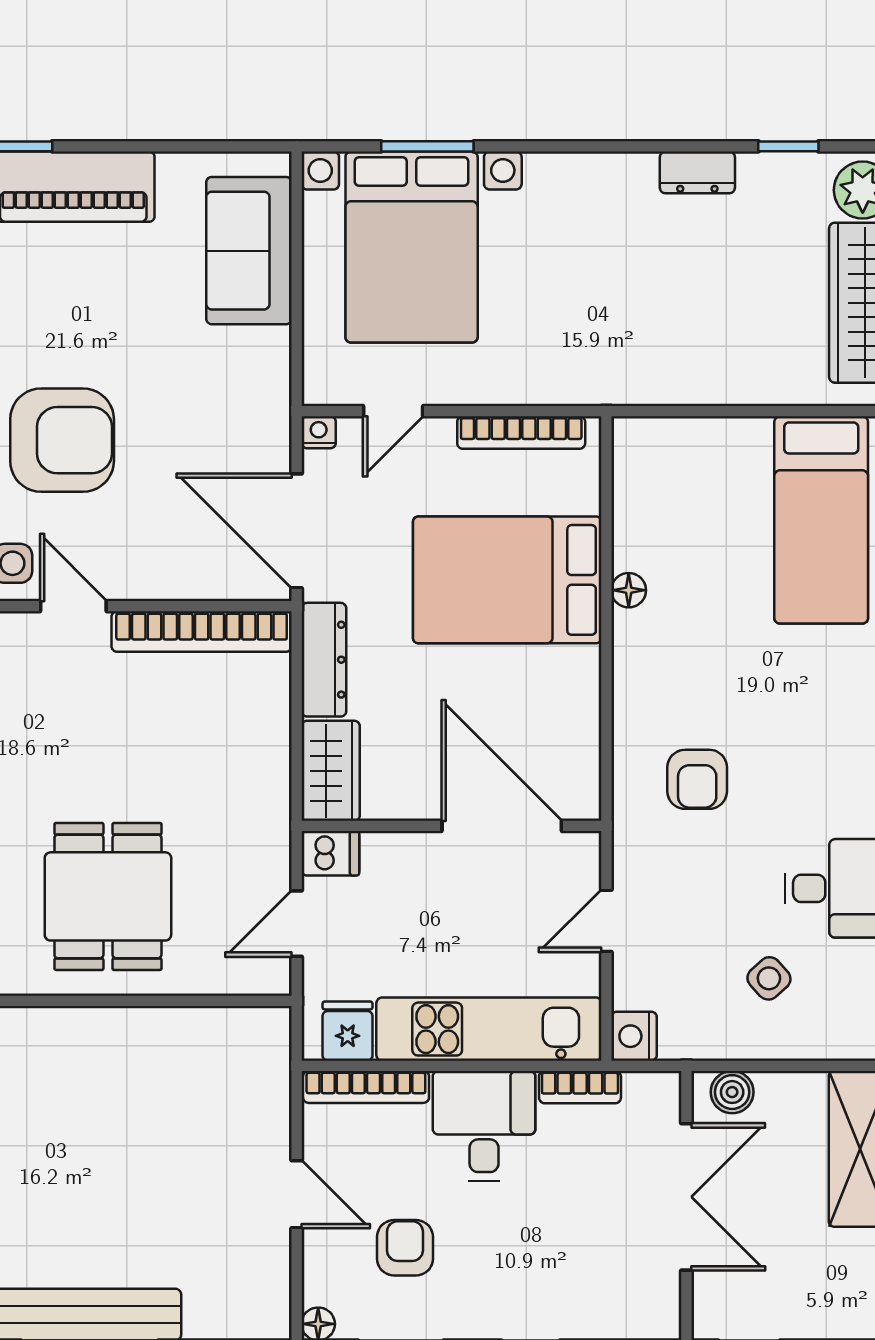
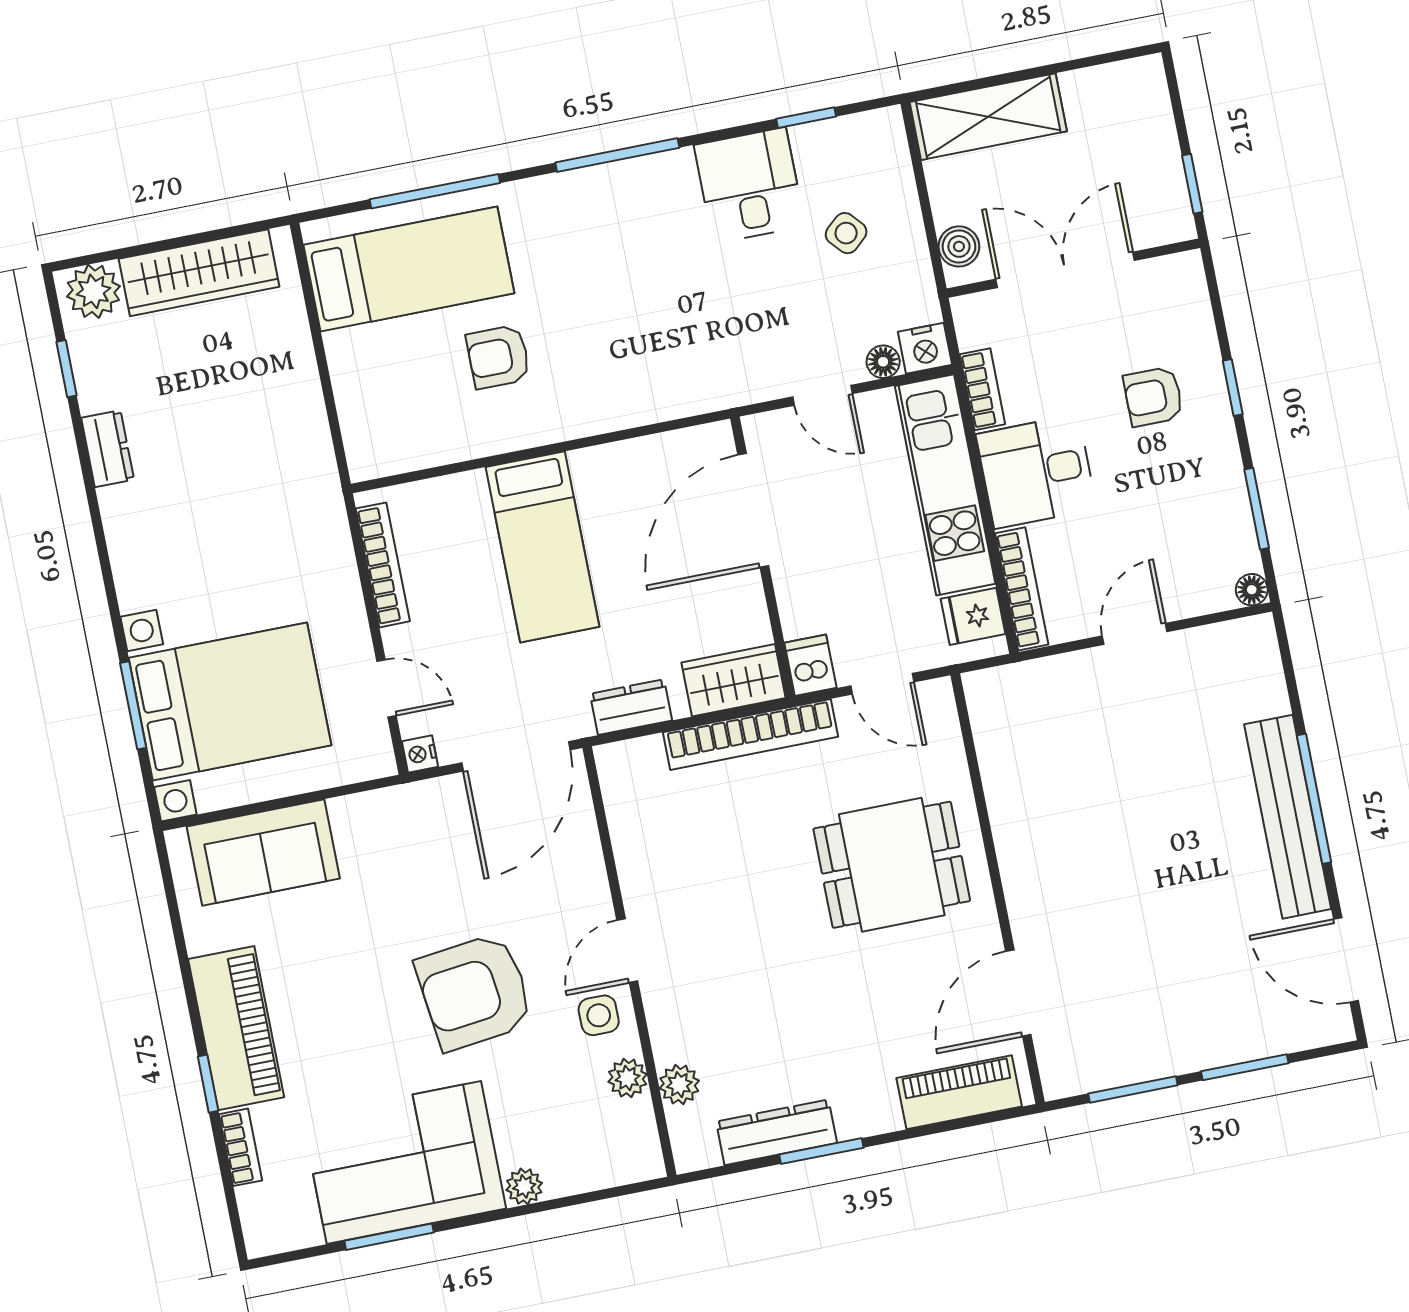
armchair: (62, 440) -> (475, 992), turned -97
bed: (507, 580) -> (543, 547), width x0.67
floor lamp: (629, 590) -> (883, 362), moved
bookcase: (202, 631) -> (751, 735), moved, turned 90
dresser: (324, 660) -> (631, 707), width x0.70
armchair: (697, 779) -> (498, 357), moved, turned 180
armchair: (405, 1248) -> (1153, 397), moved

